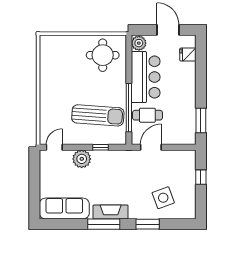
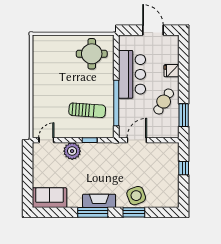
plant: (139, 43) -> (126, 42), removed
fridge: (188, 55) -> (172, 71), moved
sun lounger: (98, 115) -> (87, 110), width x0.73, depth x0.75
cafe table: (147, 115) -> (164, 102), moved, turned -58
side table: (163, 198) -> (136, 196), moved
sofa: (64, 209) -> (50, 198), width x0.73

